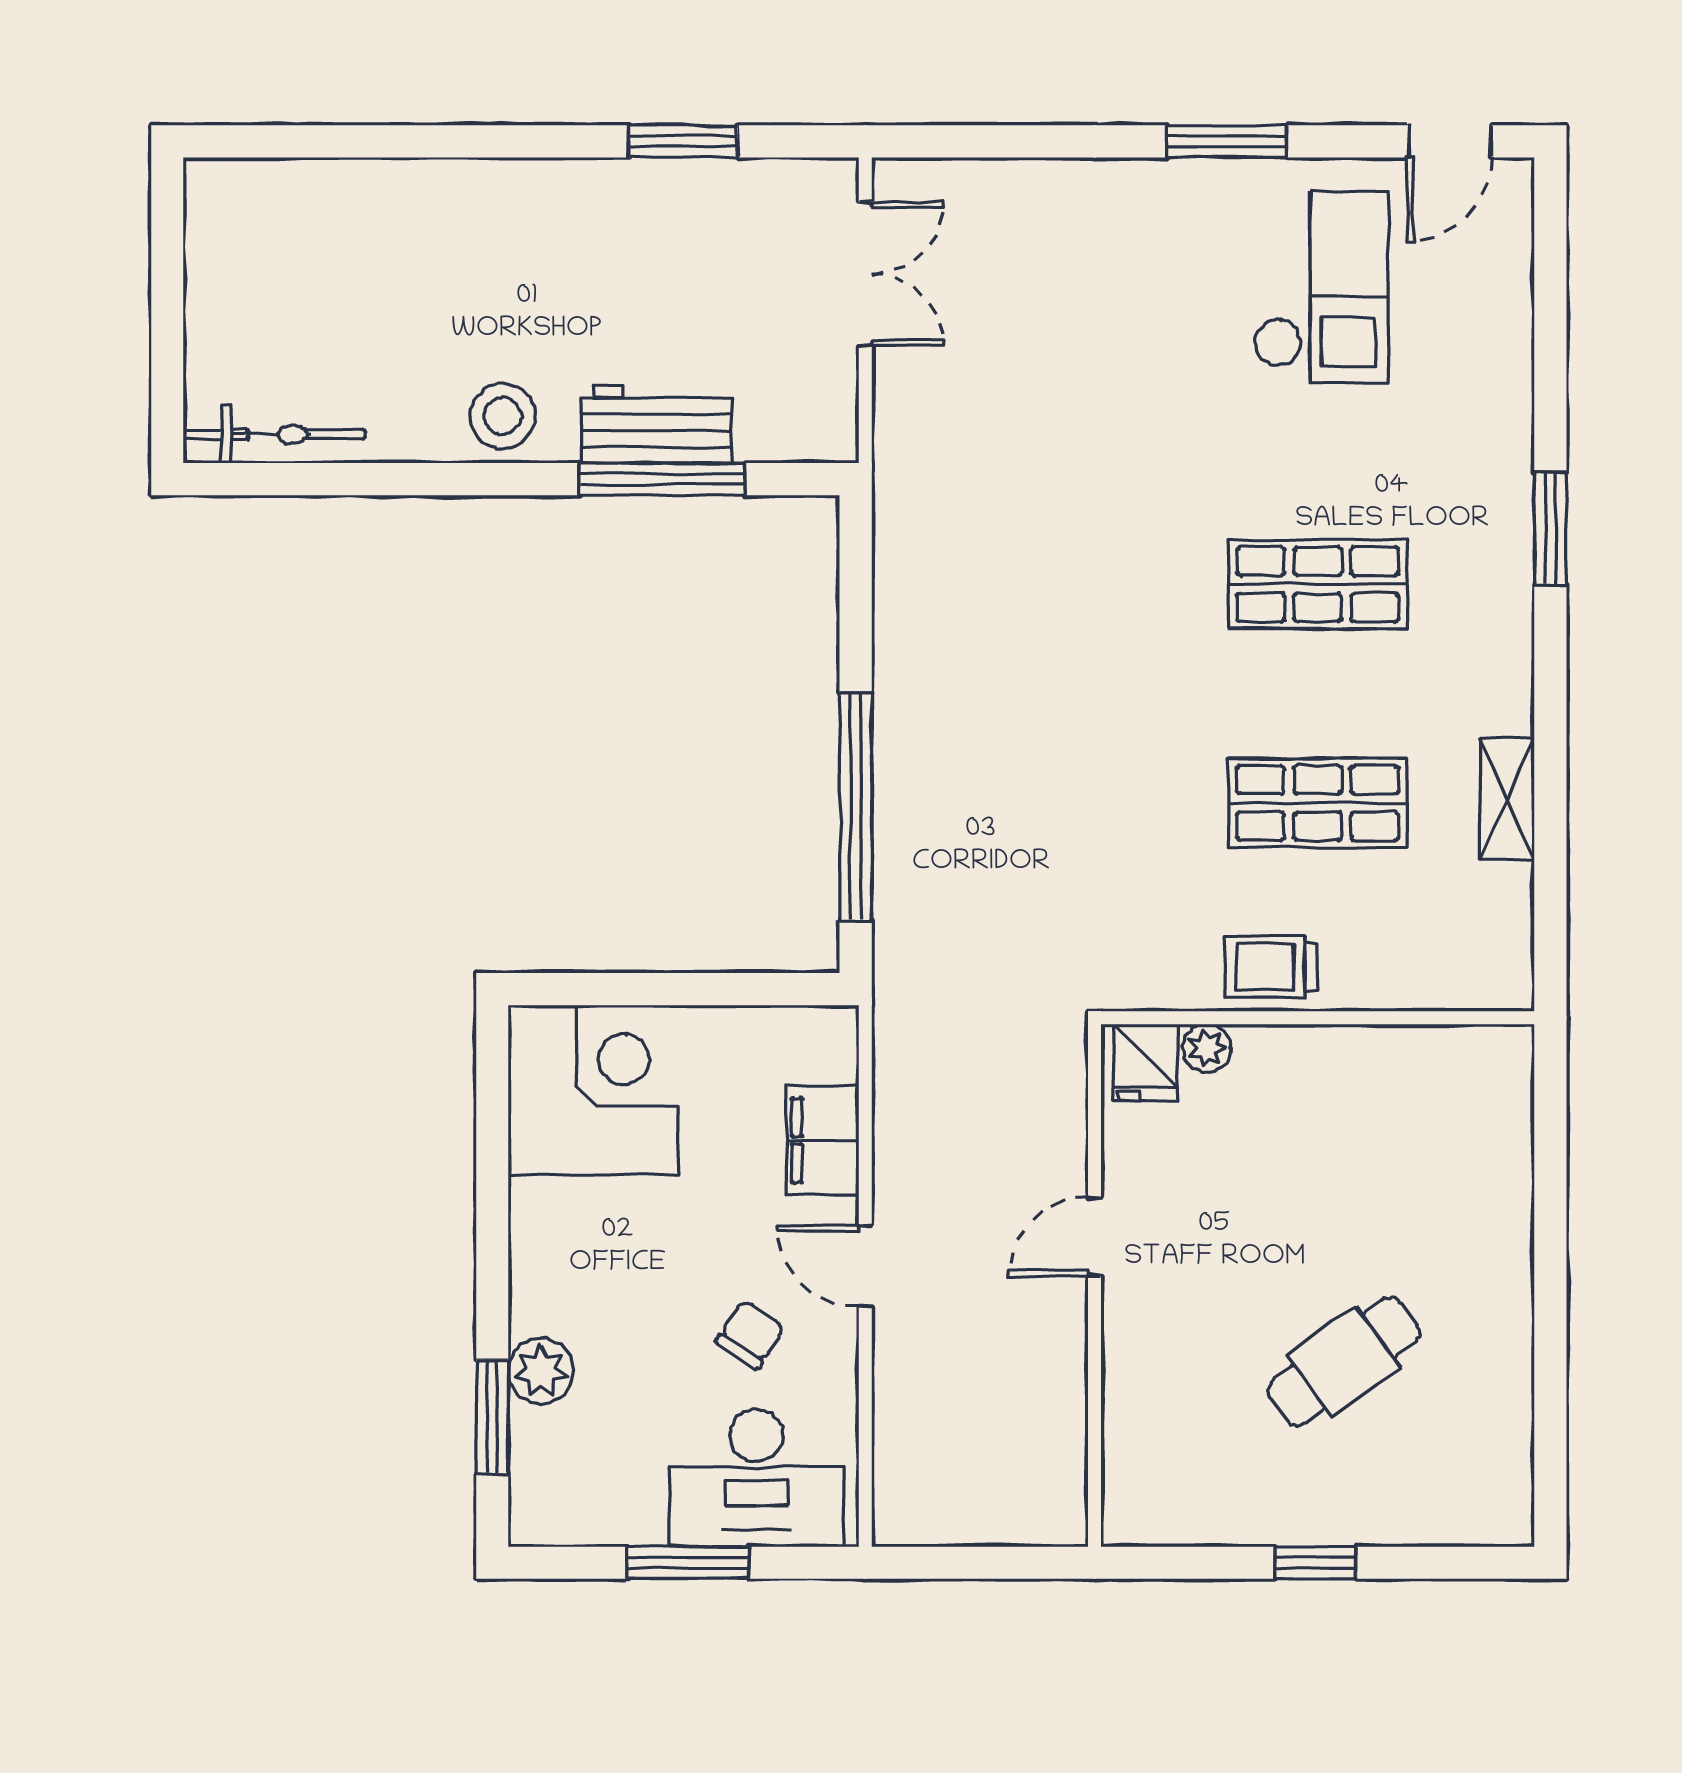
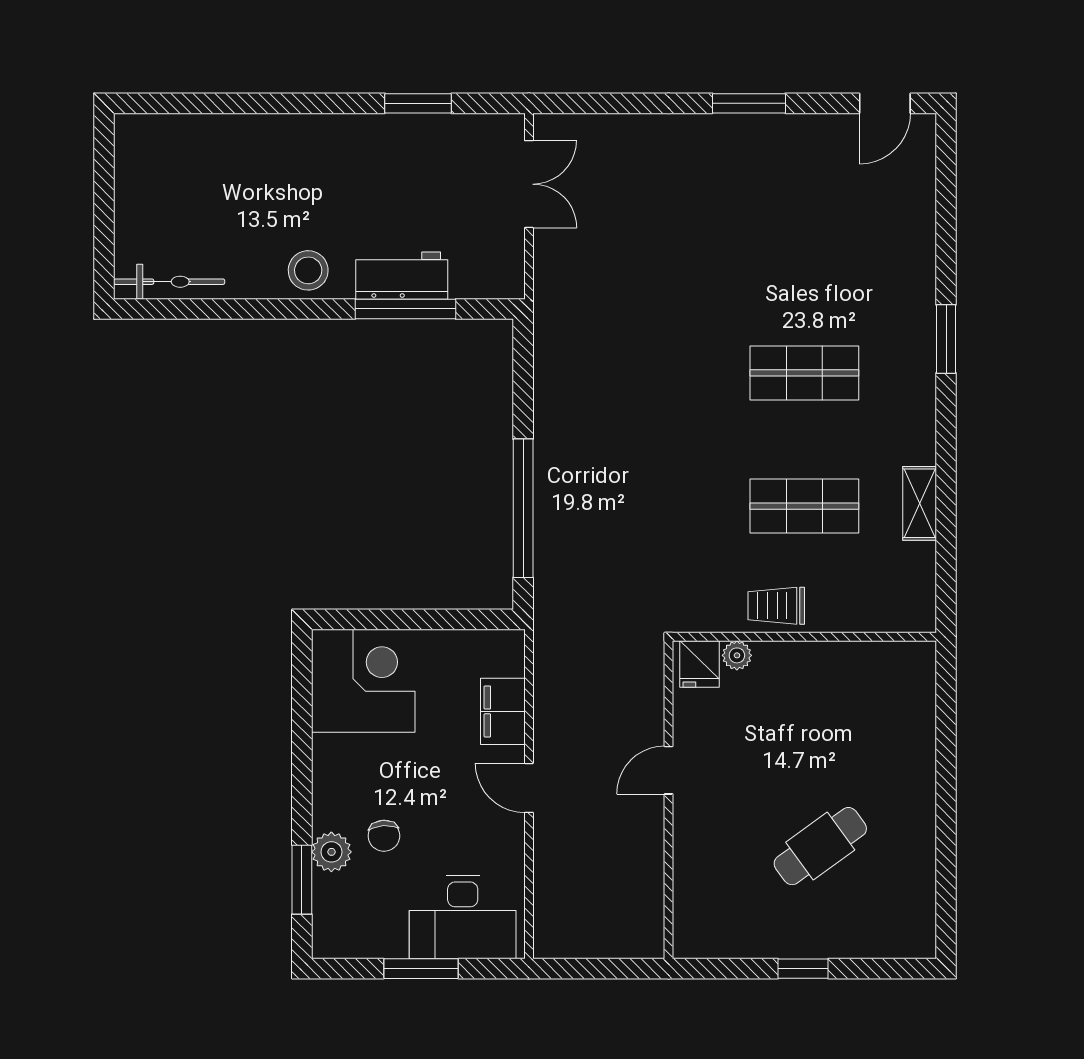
checkout: (1321, 287) -> (806, 192), removed
chair: (750, 1334) -> (384, 836), moved, turned 143

